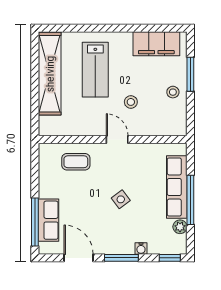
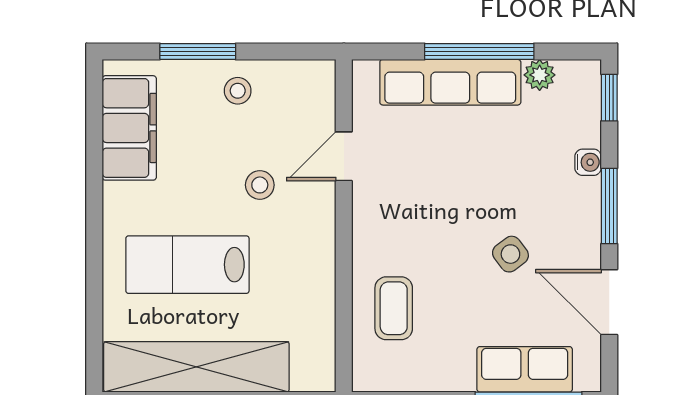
lab bench: (95, 70) -> (187, 265), turned 180
door: (117, 139) -> (344, 156), moved
side table: (121, 199) -> (510, 254), moved
door: (79, 258) -> (609, 302), hinge flipped

